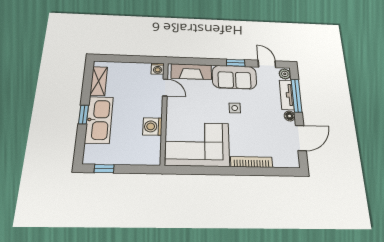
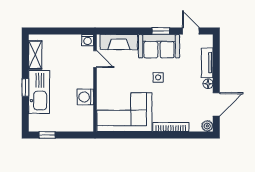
plant: (285, 74) -> (207, 126), moved
window: (296, 96) -> (216, 63), removed

